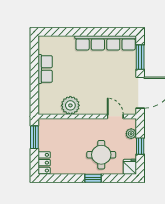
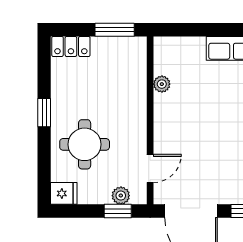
plant: (70, 105) -> (162, 84), width x0.53, depth x0.53
window: (140, 146) -> (118, 211), moved
window: (93, 178) -> (44, 113), moved

